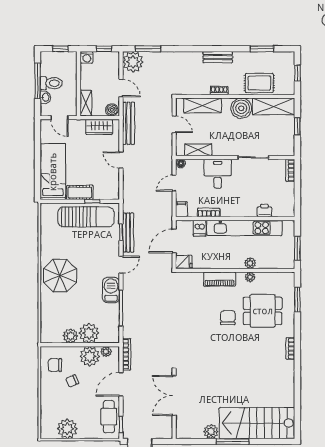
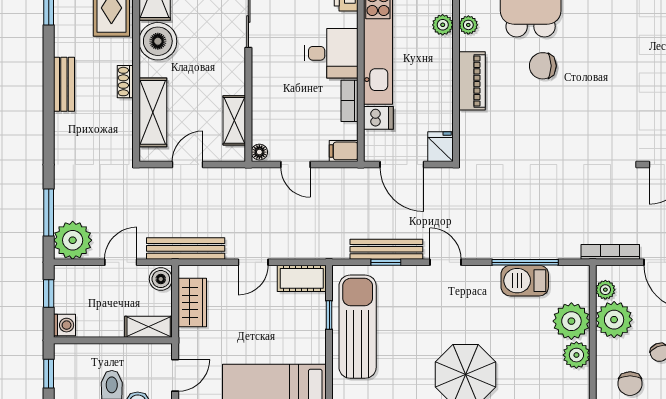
desk: (218, 174) -> (331, 53), moved, turned 180
cot: (80, 193) -> (302, 278), moved, turned 90
barbecue: (111, 290) -> (525, 281), moved

